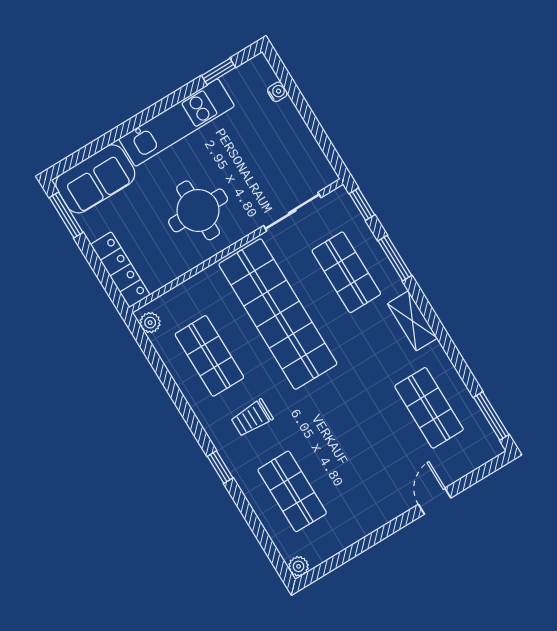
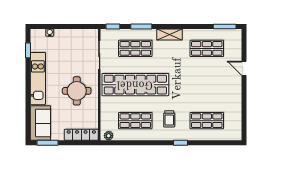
plant: (299, 566) -> (237, 136), removed

